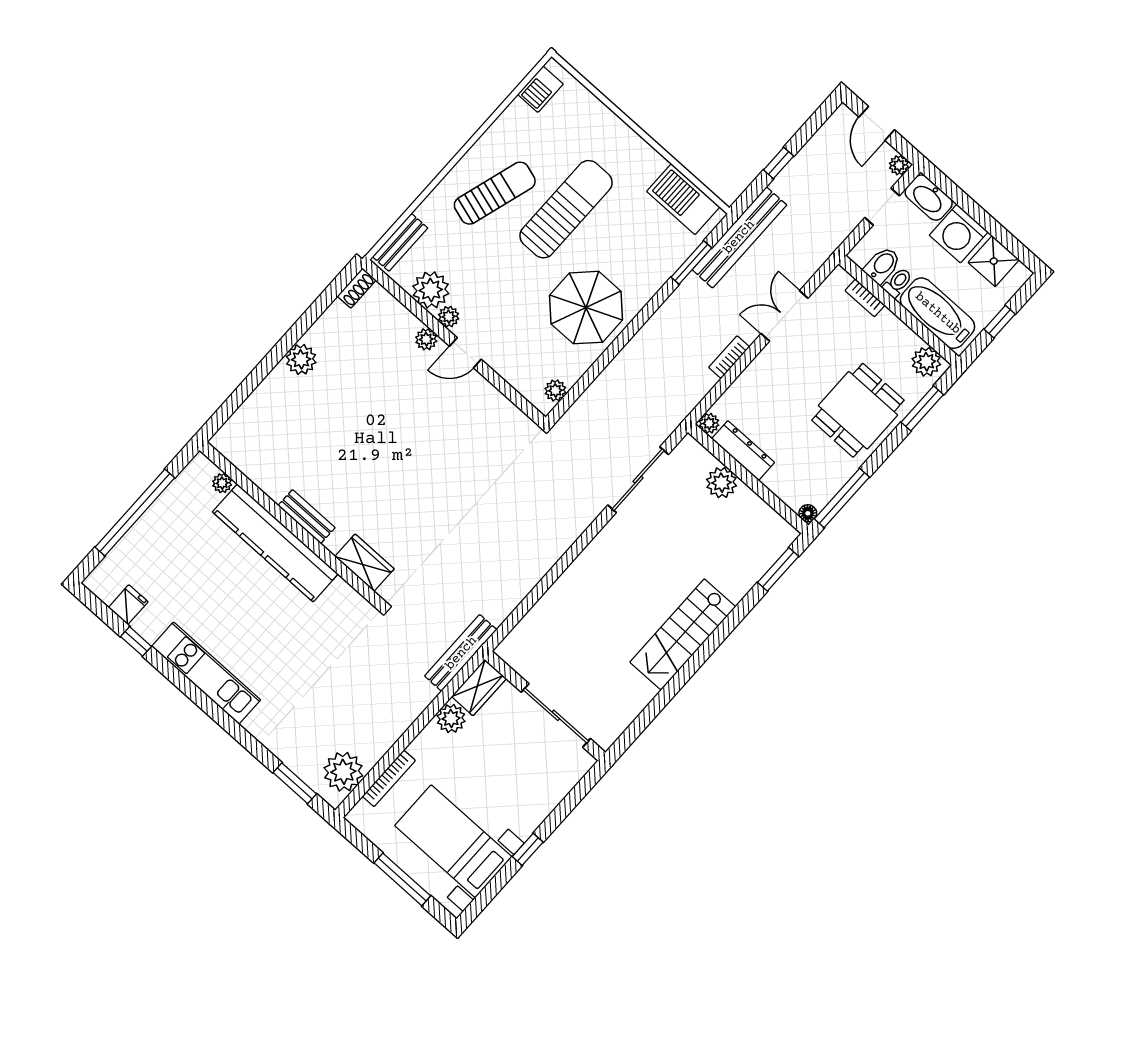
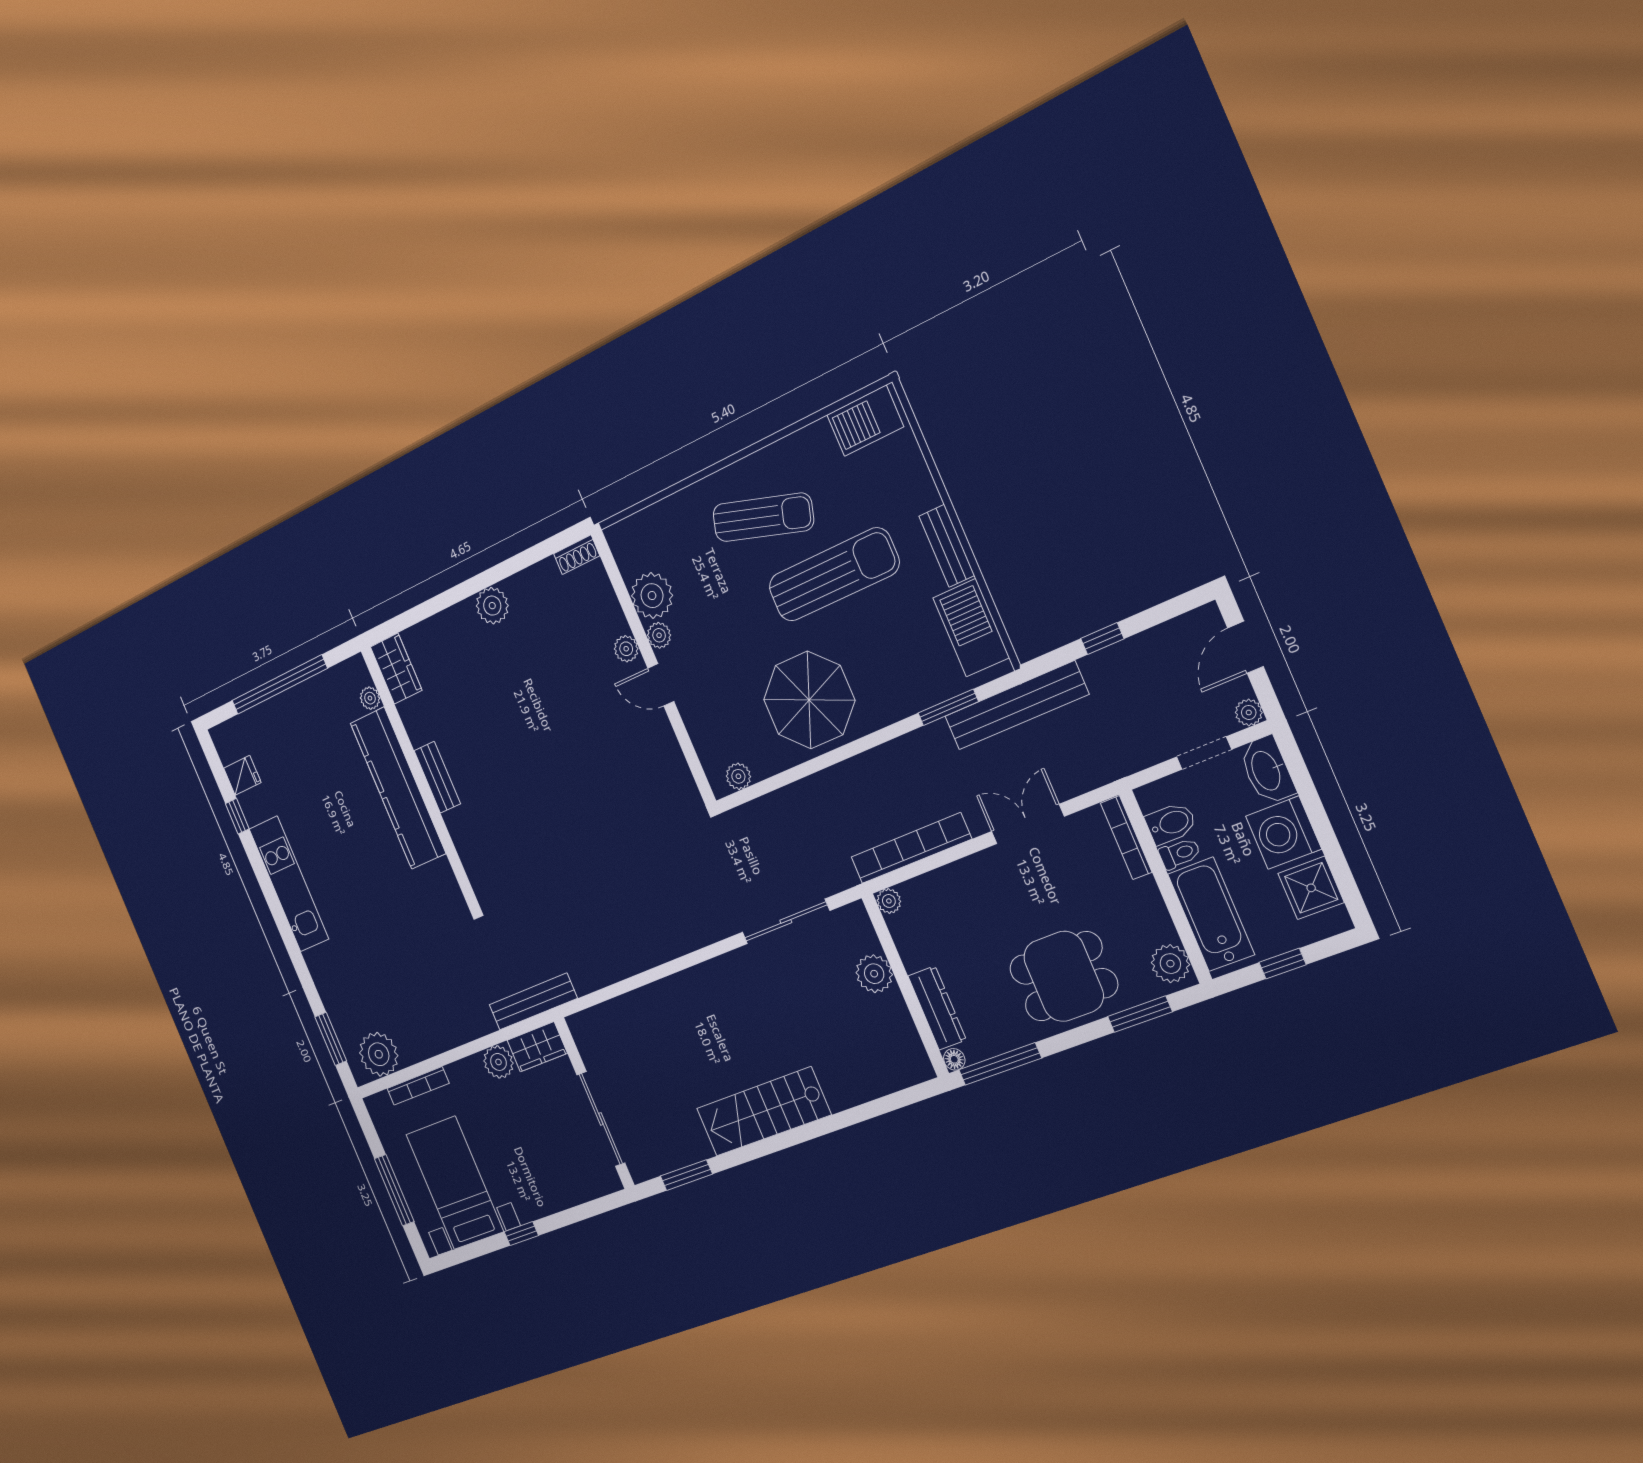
barbecue: (540, 89) -> (865, 421), width x1.38, depth x1.27
bench: (400, 242) -> (947, 546), moved, turned 90
bookcase: (865, 298) -> (1126, 838), width x1.56
bookcase: (729, 357) -> (911, 848), width x2.31, depth x1.31
dresser: (743, 451) -> (937, 1008), moved
wardrobe: (364, 563) -> (396, 669), moved
window: (778, 569) -> (686, 1175), moved

